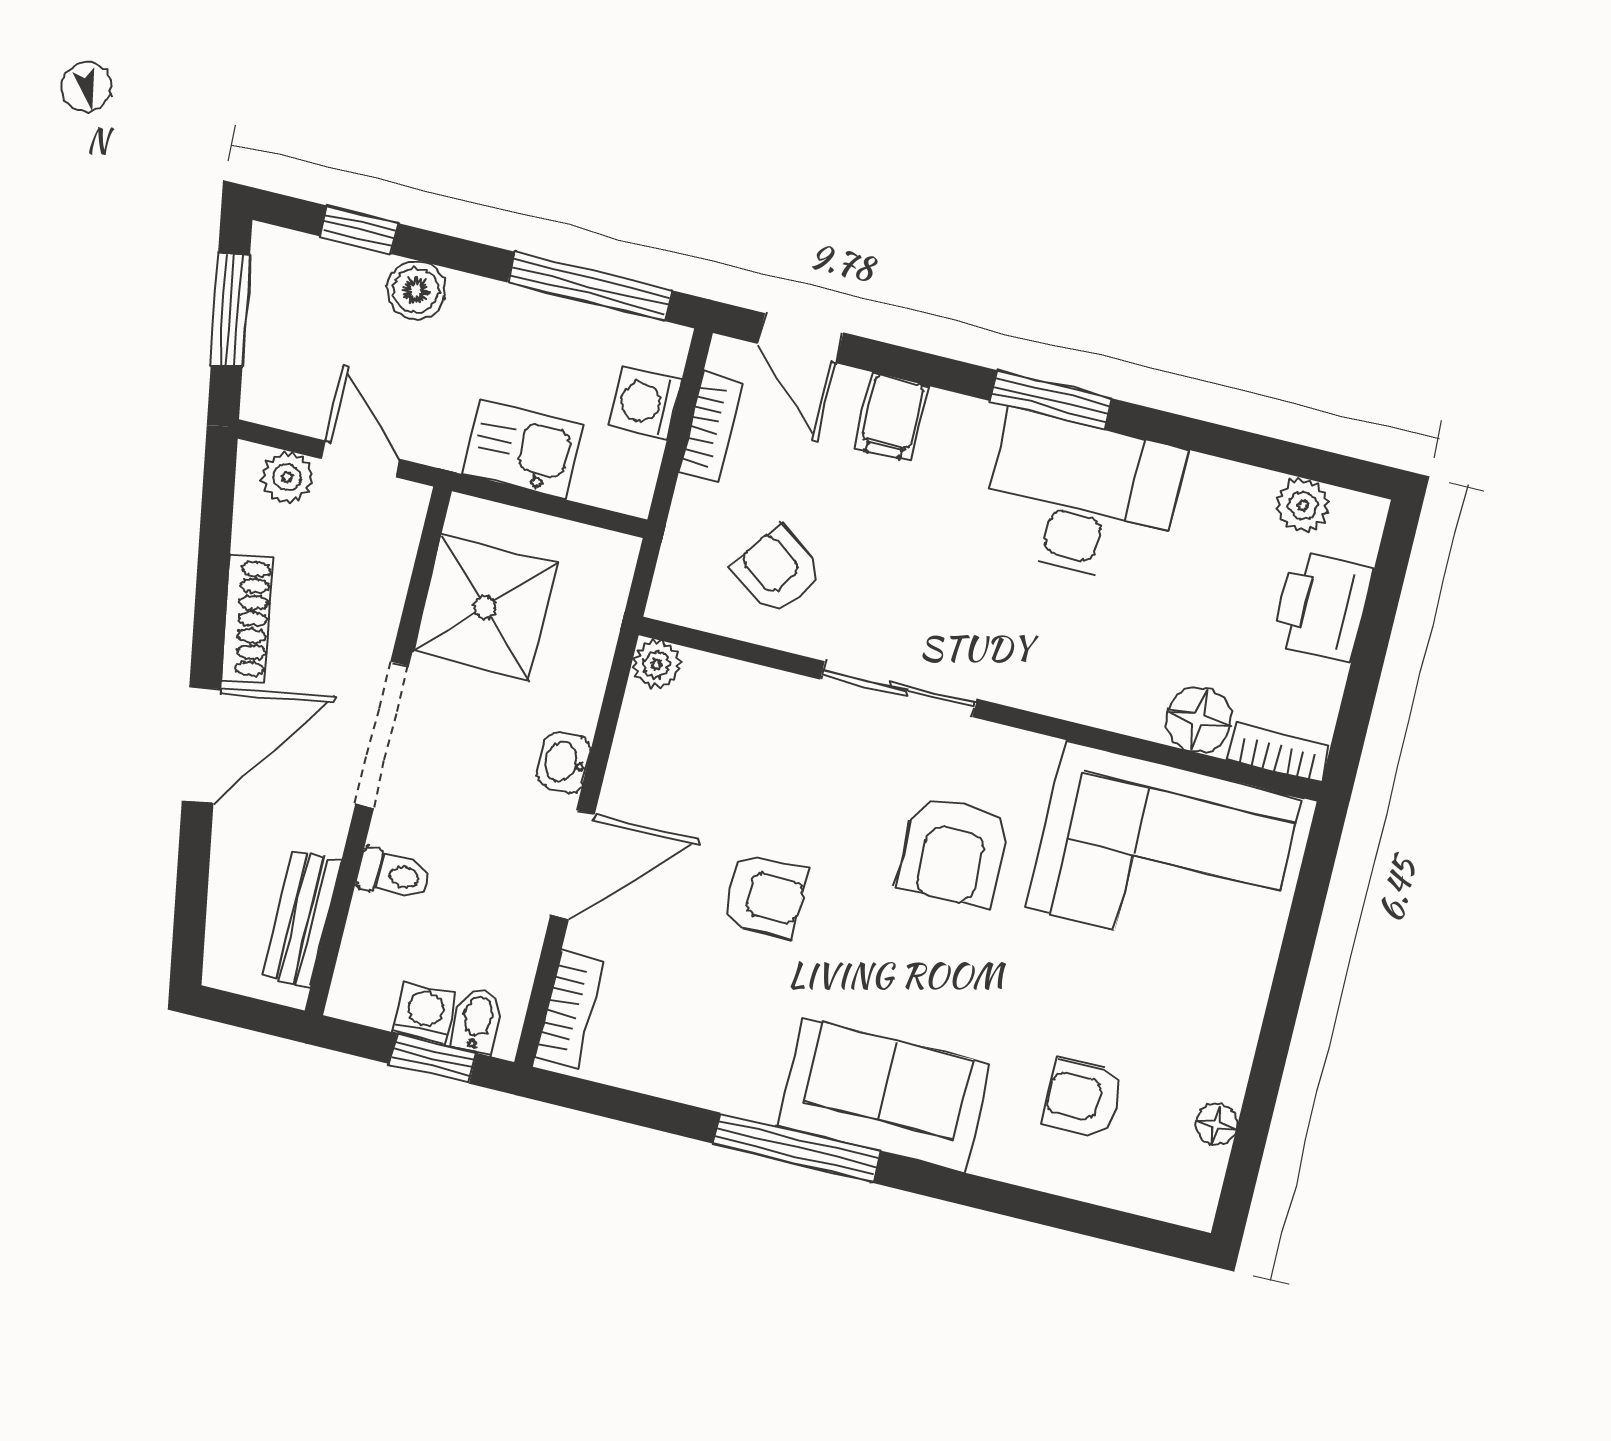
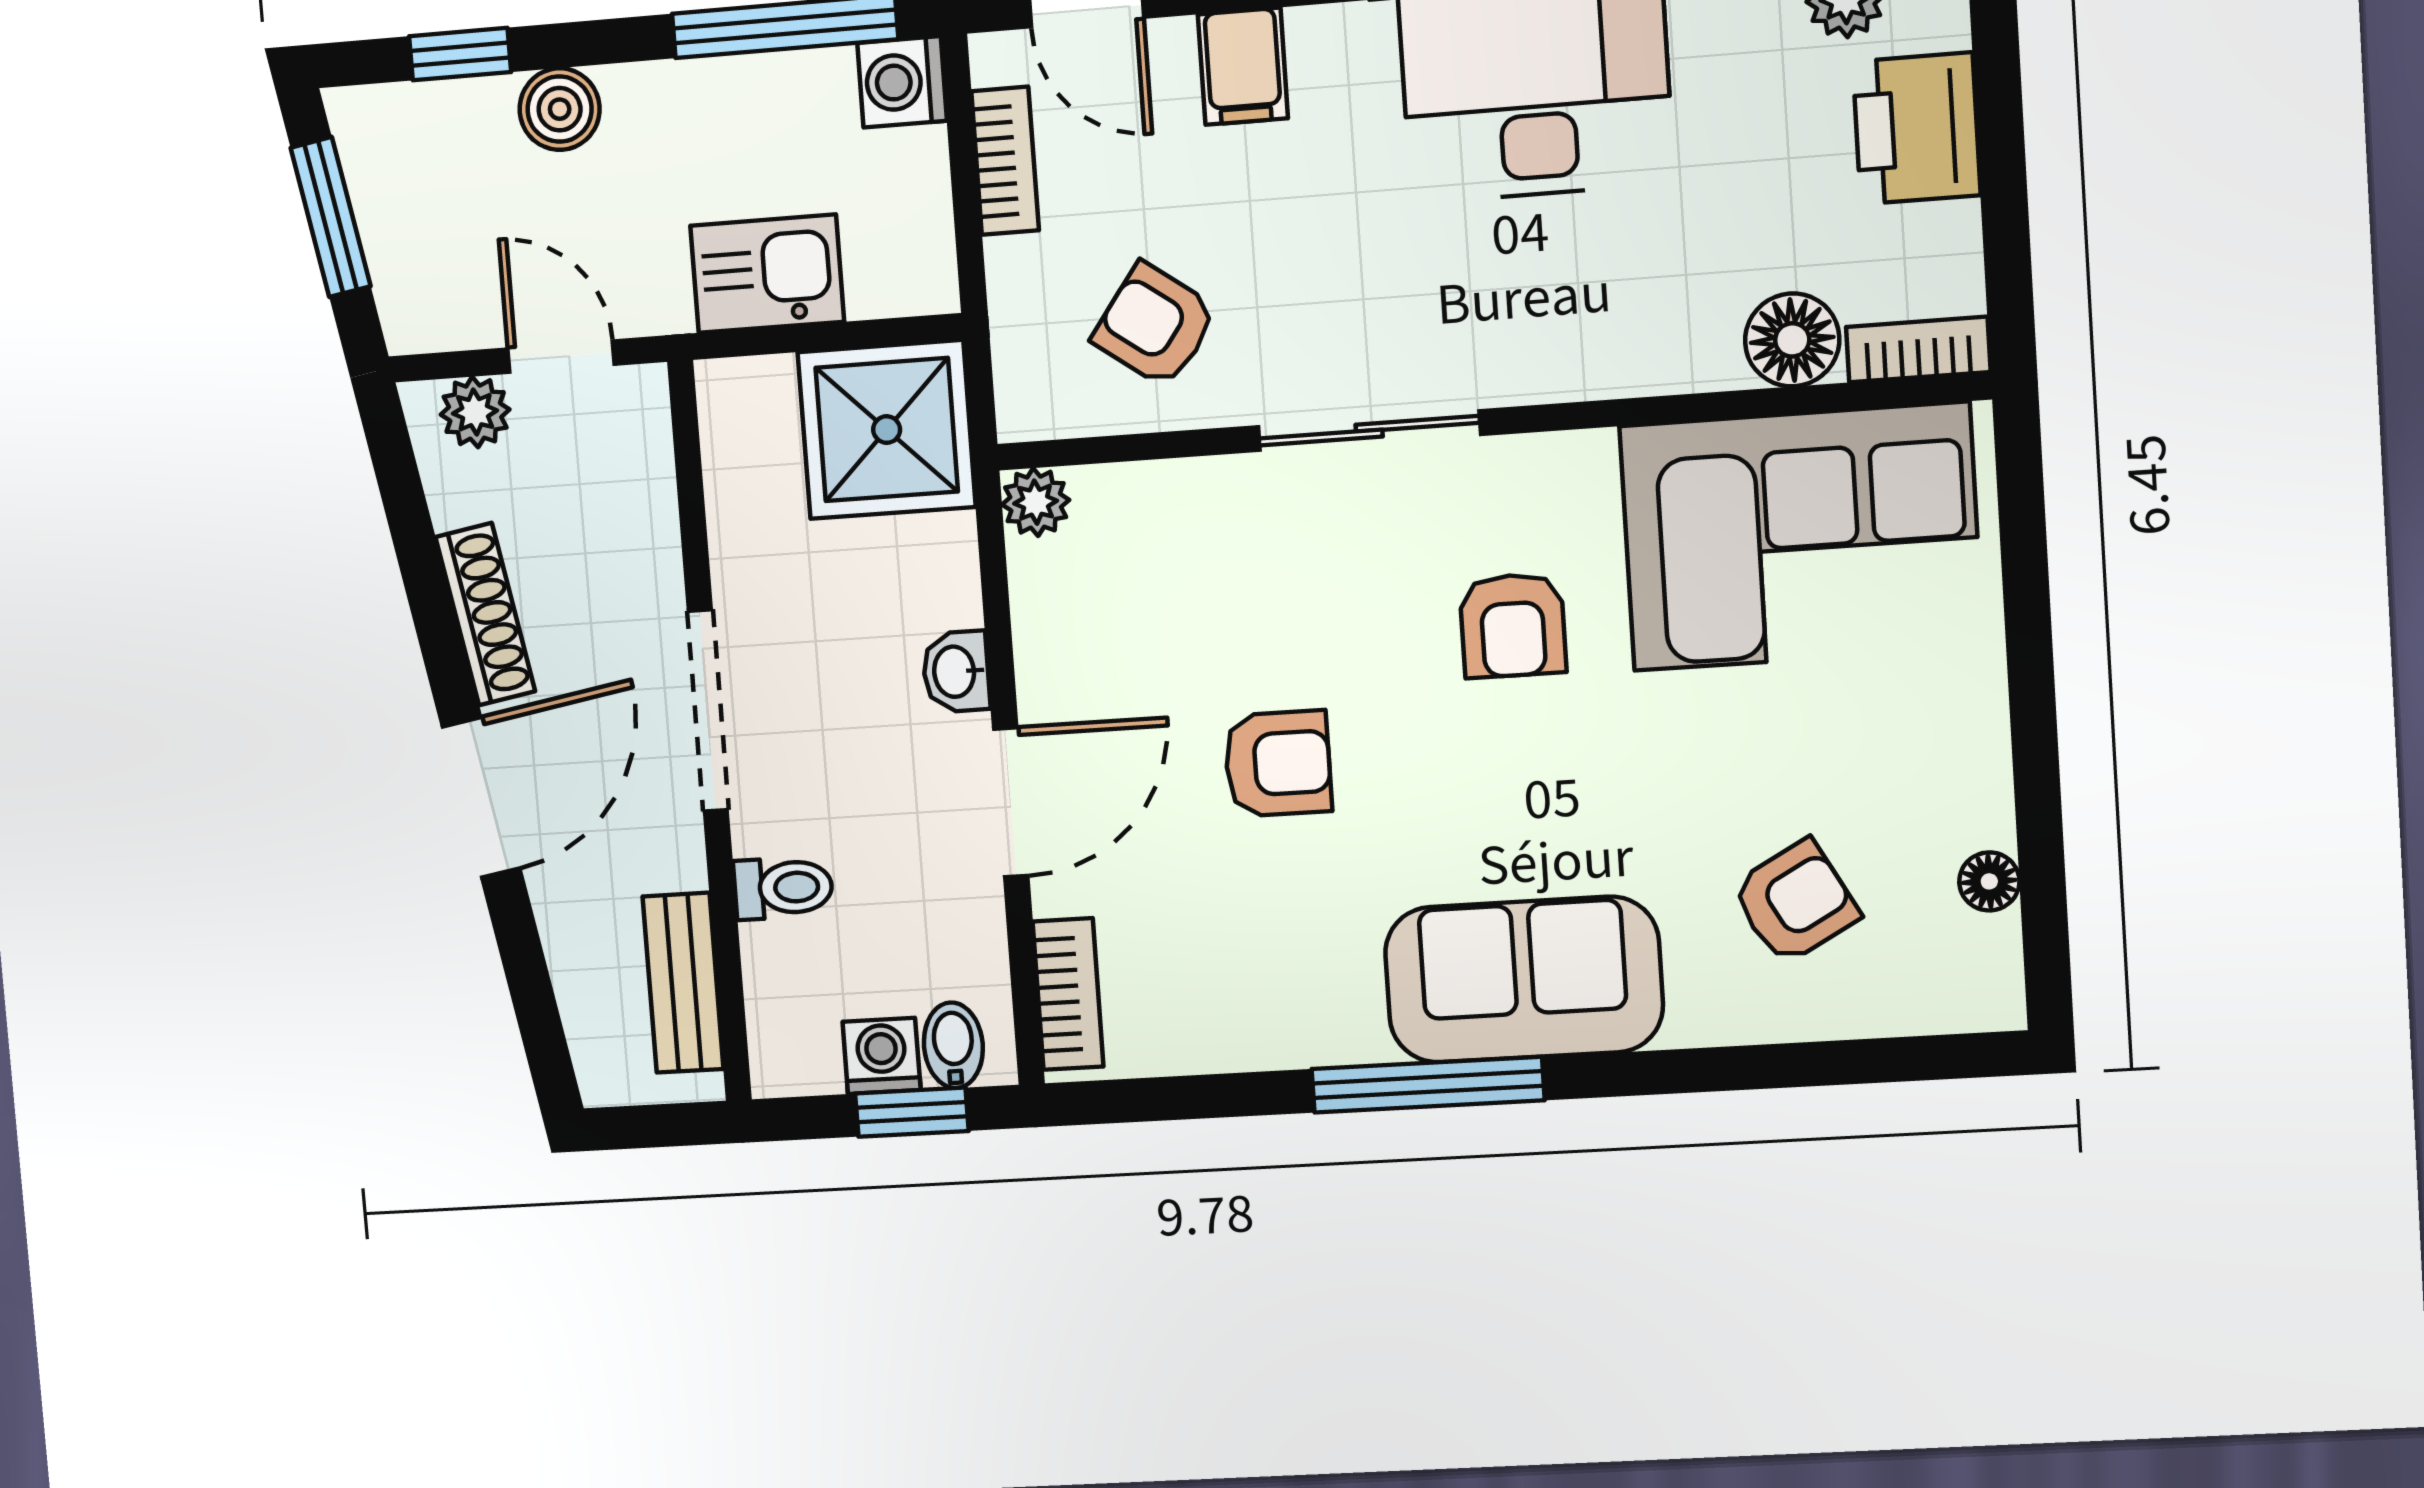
washing machine: (645, 403) -> (902, 82), moved
shower: (485, 608) -> (887, 430), moved
armchair: (953, 852) -> (1513, 625), width x0.72, depth x0.72
armchair: (1083, 1098) -> (1795, 902), turned 151

